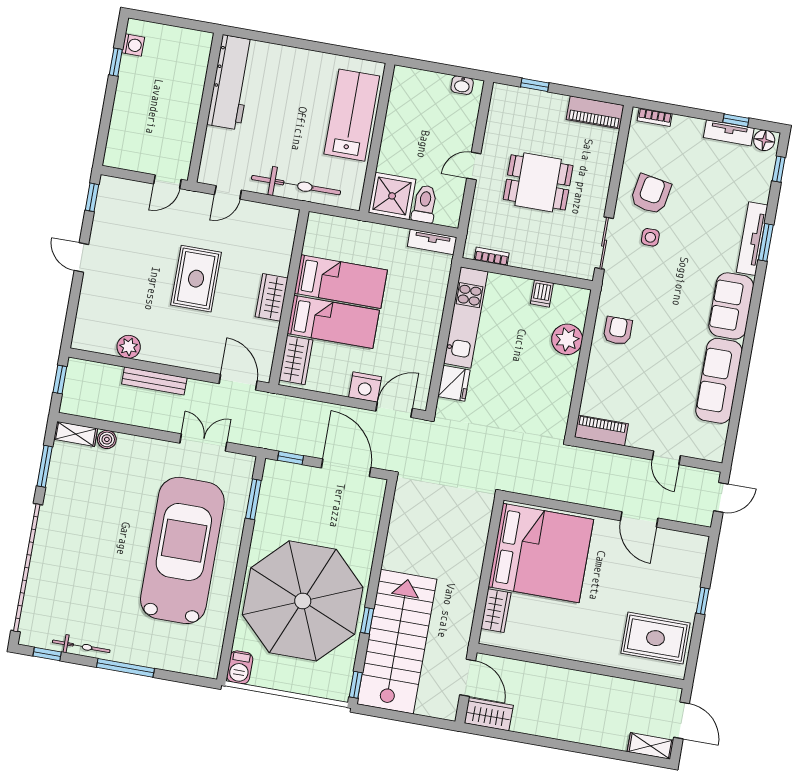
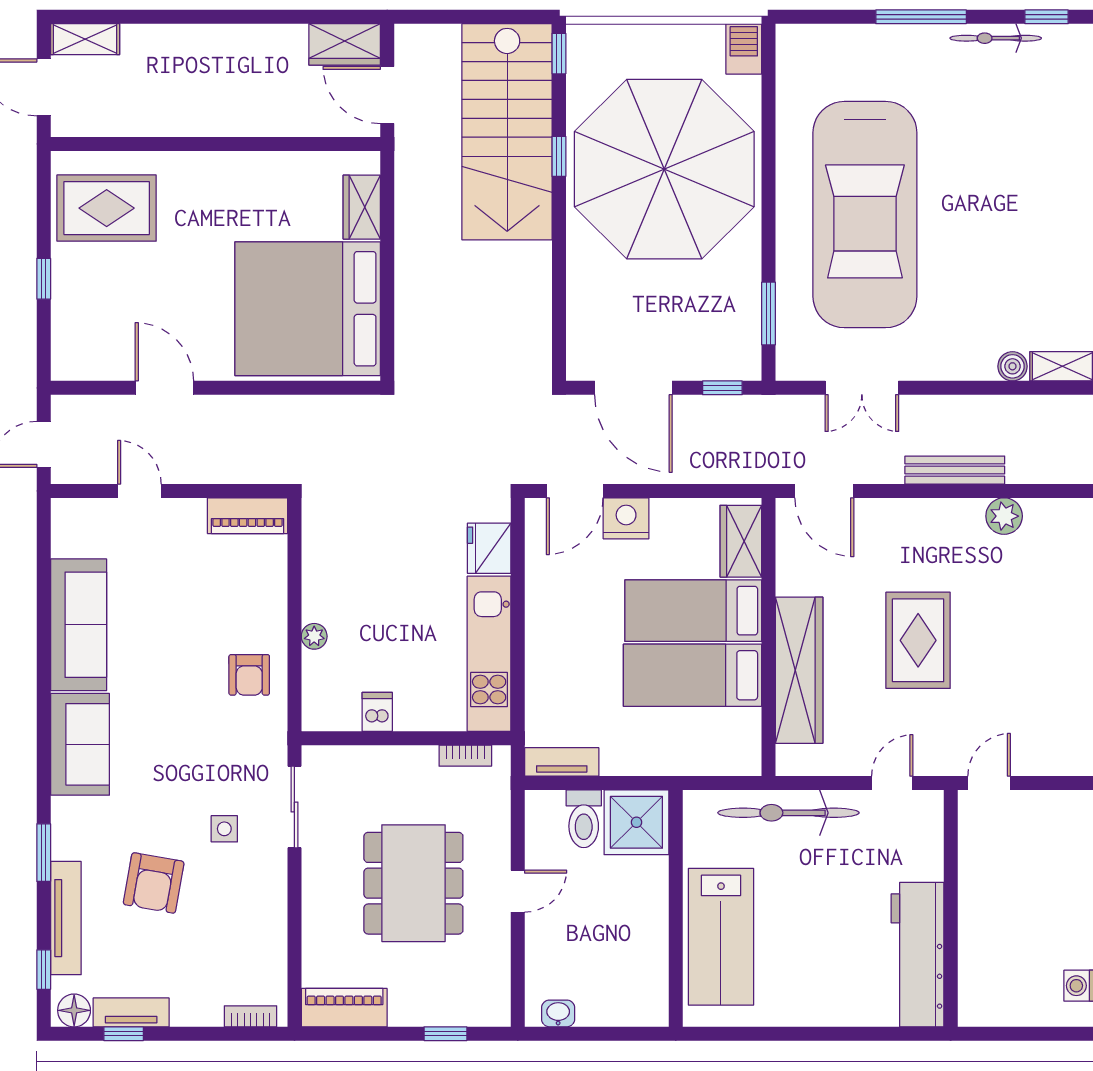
dining table: (538, 182) -> (413, 883), width x1.38
armchair: (651, 194) -> (154, 883), moved
tv unit: (752, 239) -> (66, 918), moved
wardrobe: (272, 297) -> (799, 670), width x2.10, depth x1.17
plant: (567, 339) -> (314, 636), width x0.53, depth x0.53

